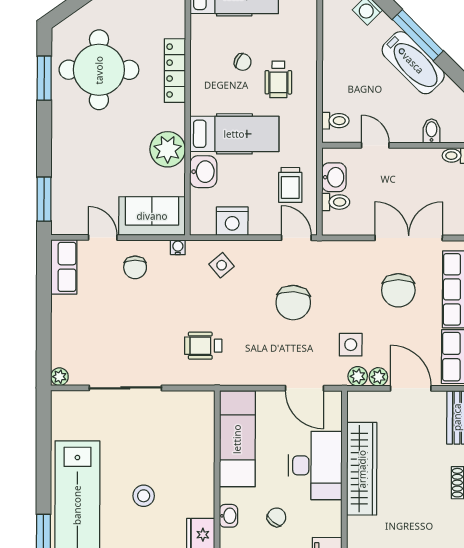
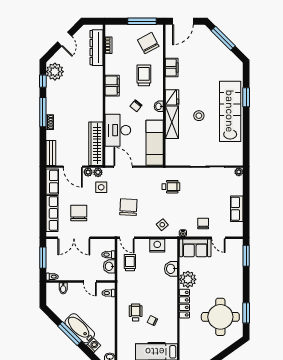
bathtub: (413, 63) -> (80, 328), moved
locker: (175, 71) -> (184, 304), moved
hospital bed: (234, 134) -> (156, 287), removed
row of seats: (64, 267) -> (237, 209), moved
wardrobe: (362, 469) -> (96, 144), moved
shelving: (201, 482) -> (172, 122), added

